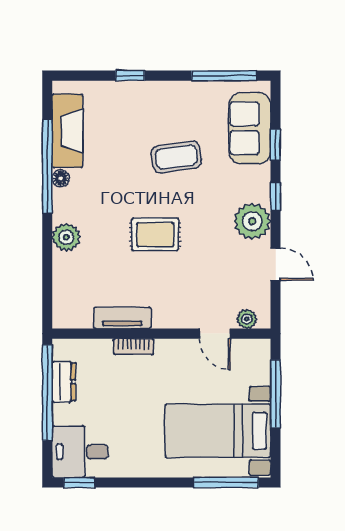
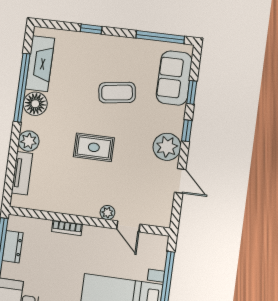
floor lamp: (61, 178) -> (35, 104), width x1.89, depth x1.89
tv unit: (122, 318) -> (22, 173), moved, turned 90
plant: (247, 319) -> (107, 213), moved

